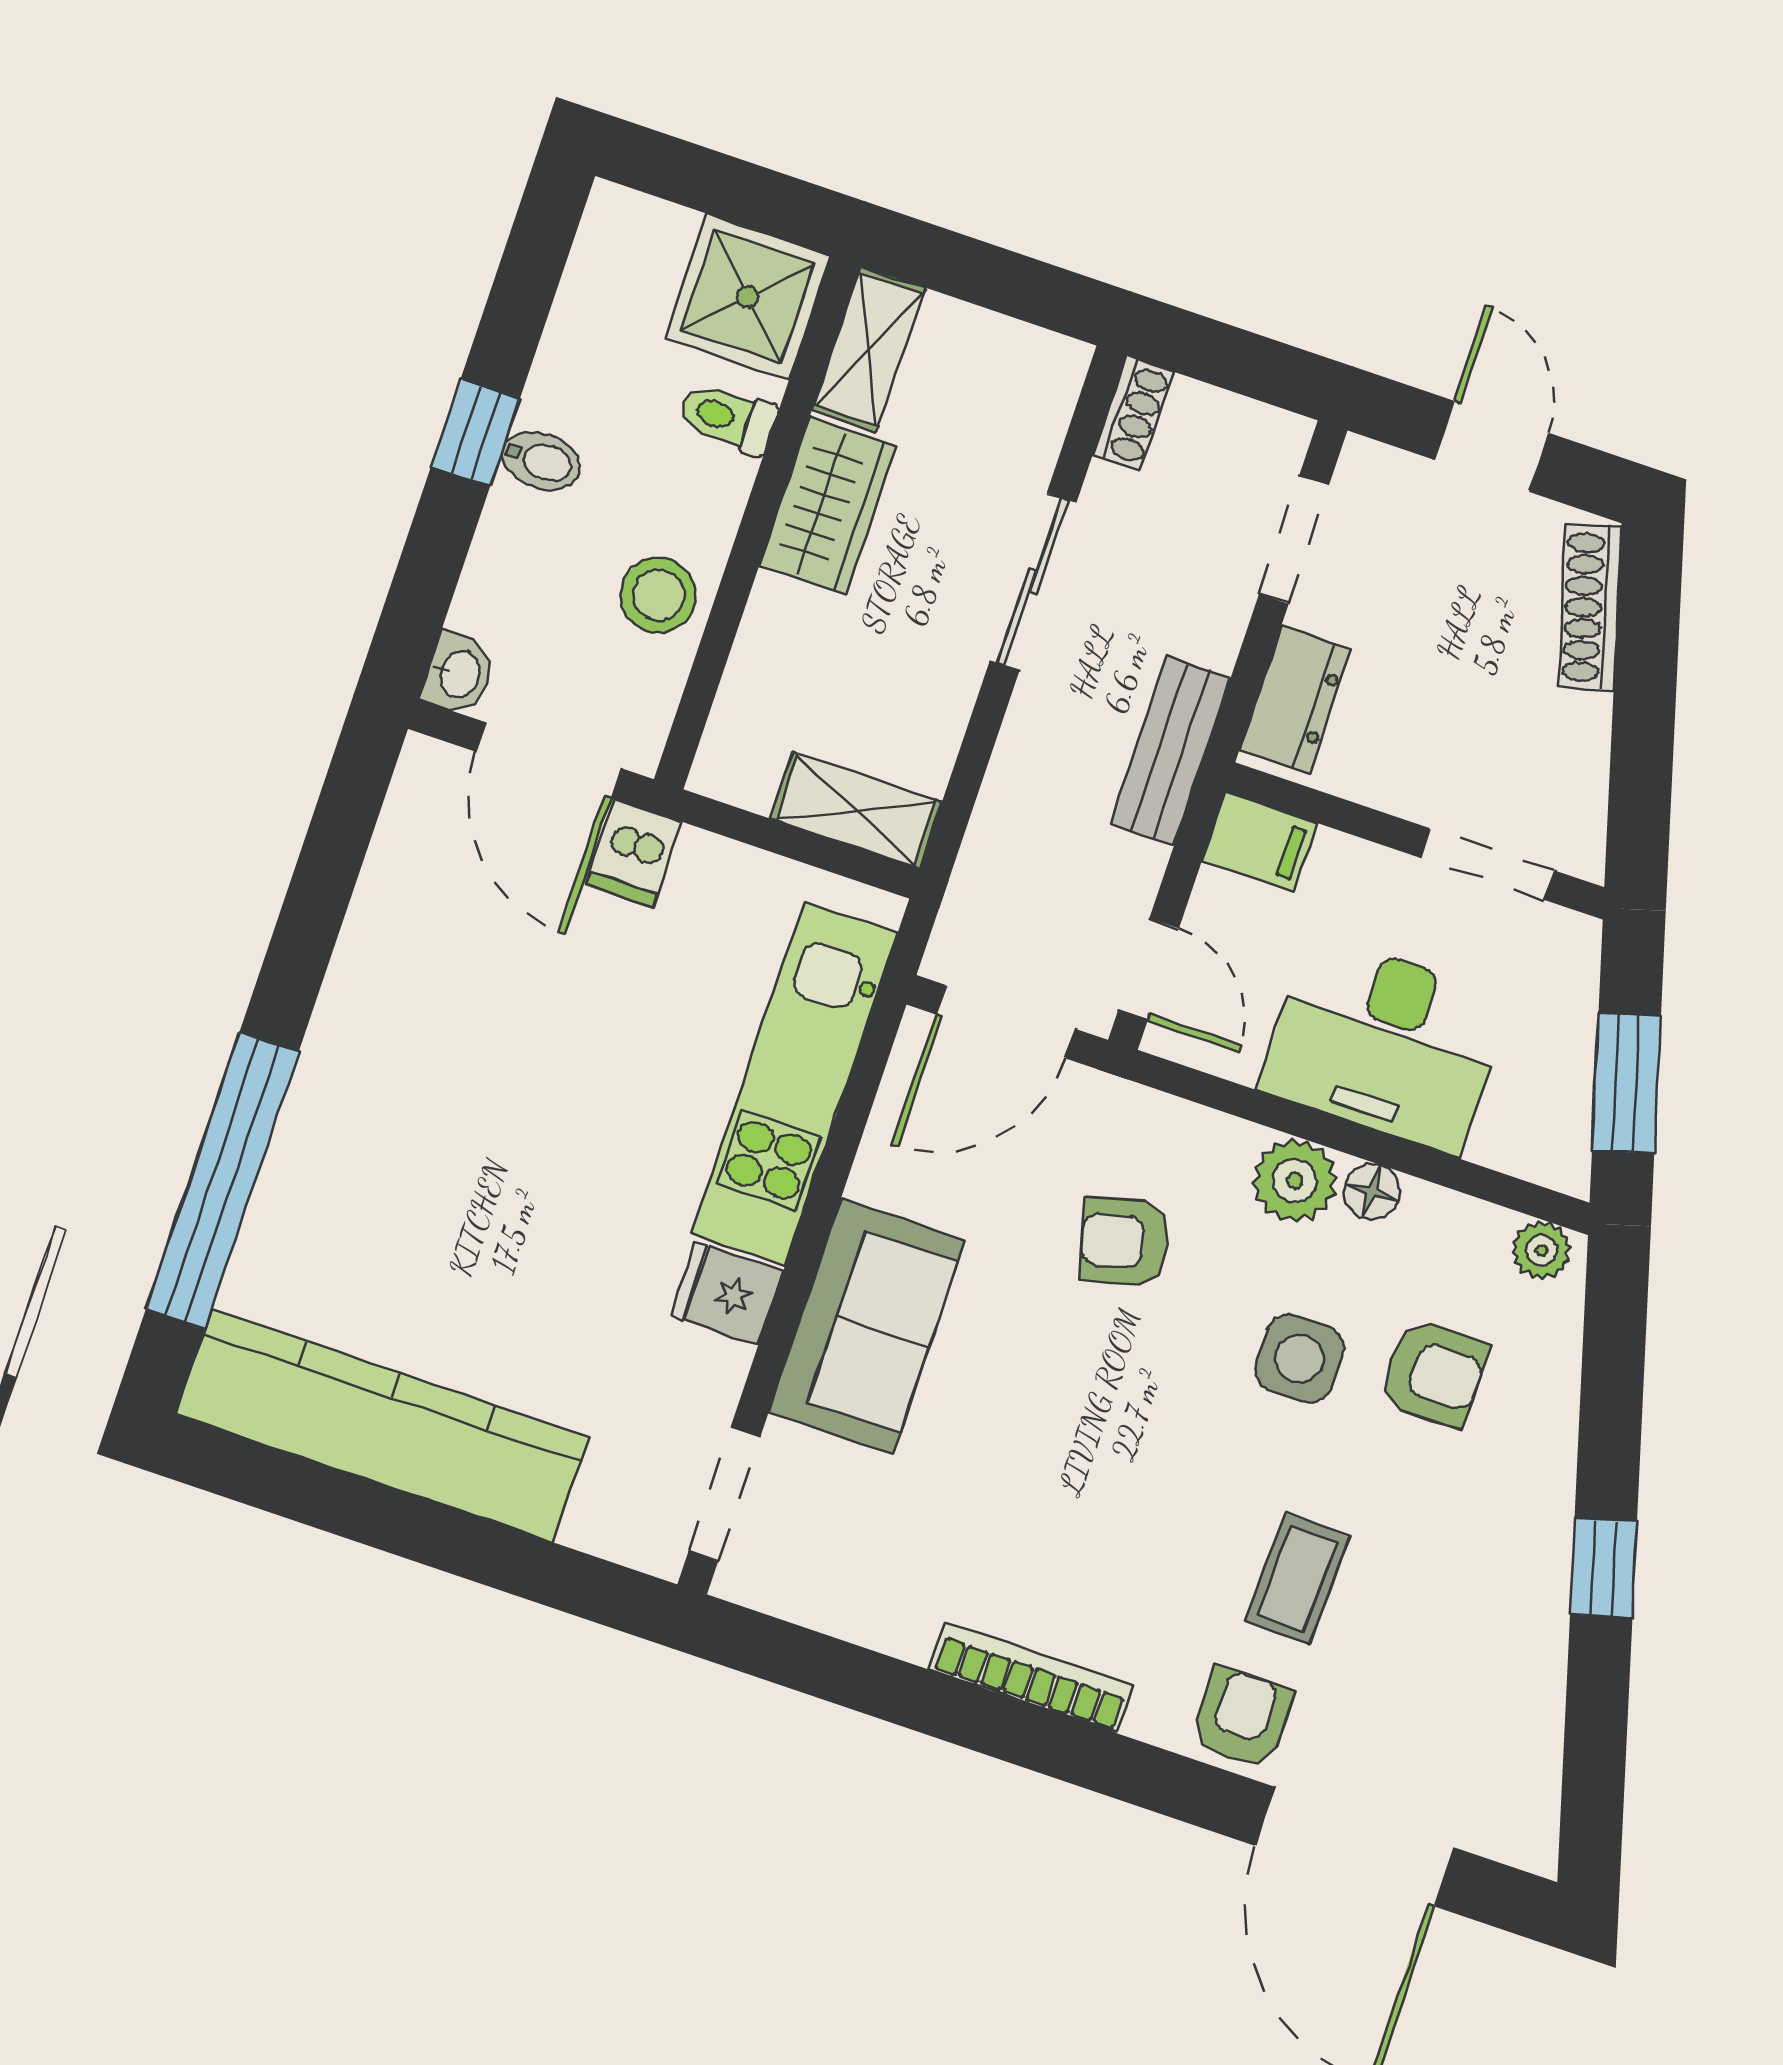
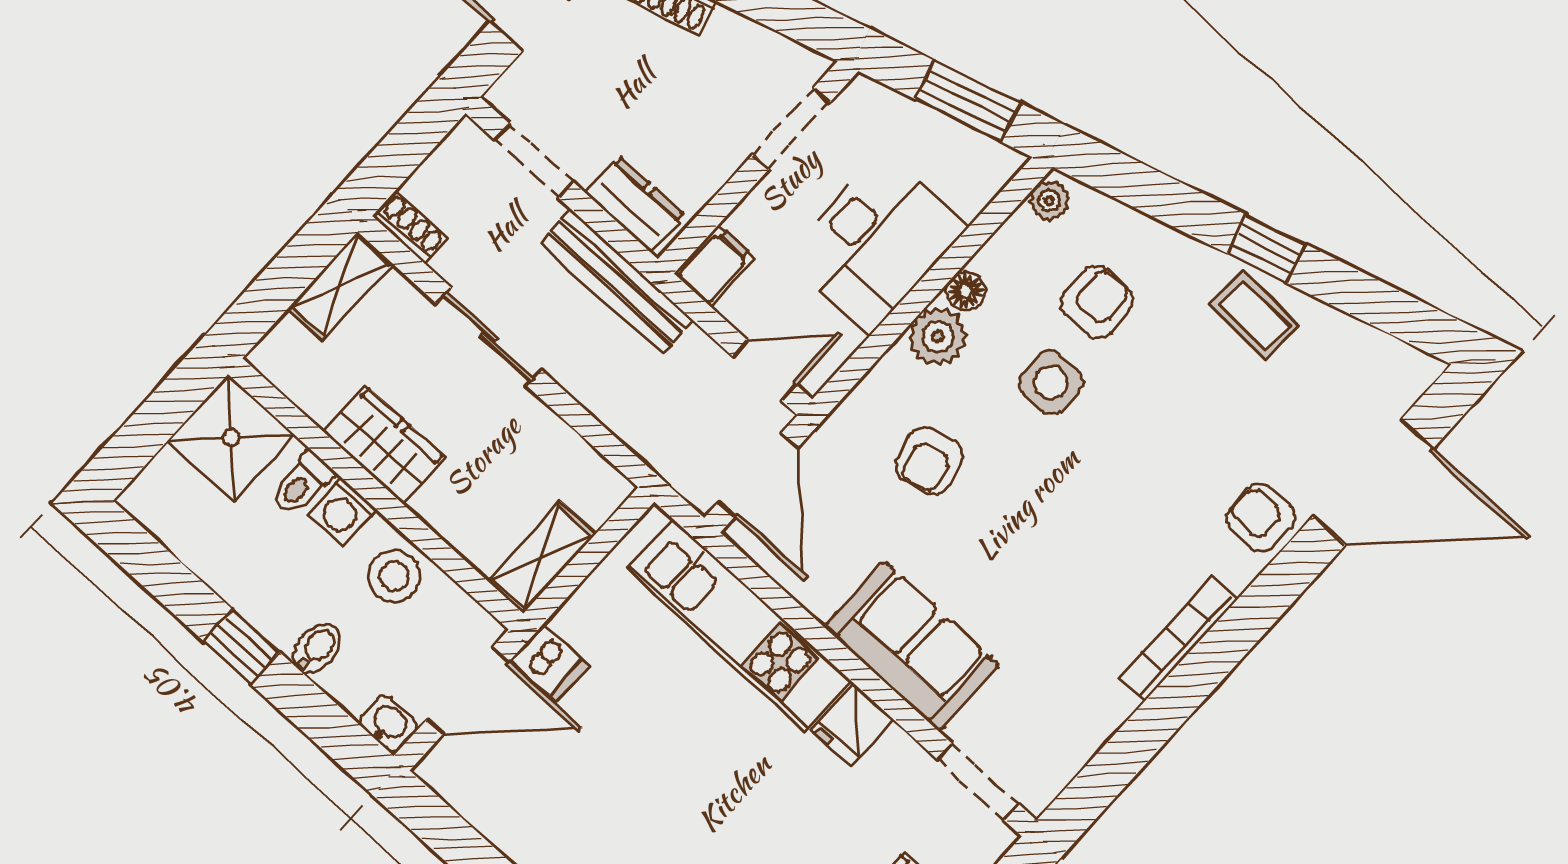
shelving: (868, 349) -> (340, 286), moved, turned 90
bidet: (541, 461) -> (316, 649), moved
washing machine: (714, 488) -> (342, 512), added
bench: (1170, 751) -> (616, 282), width x1.36
shelving: (856, 810) -> (542, 557), moved
coffee table: (1297, 1579) -> (1255, 315), moved

